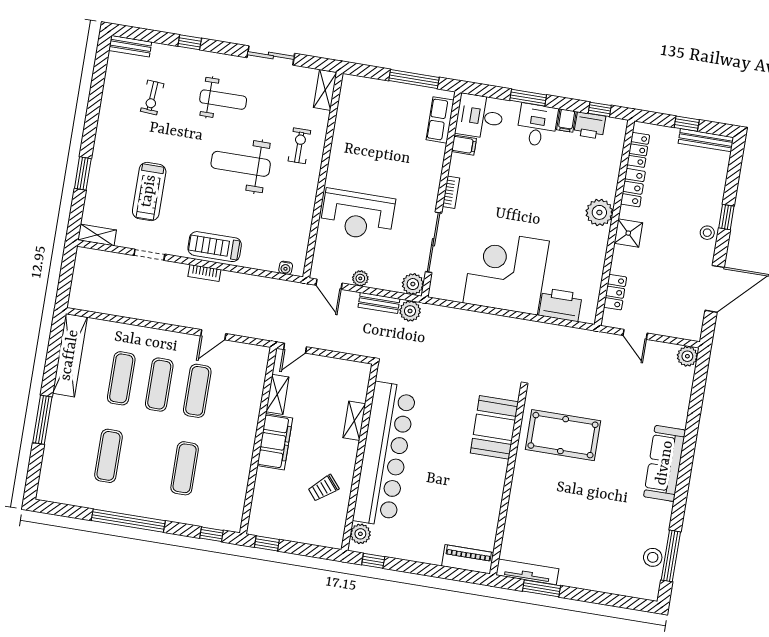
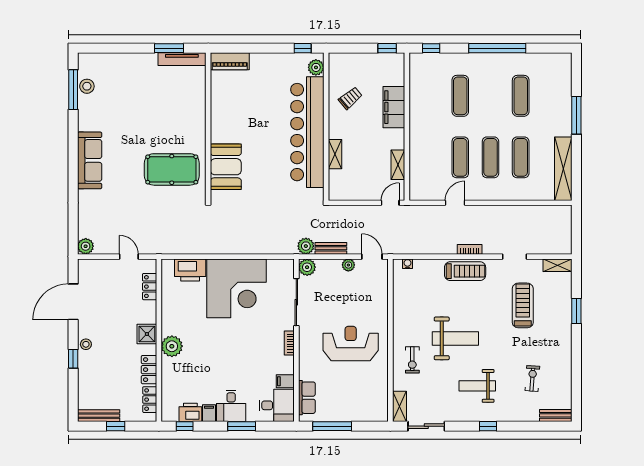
window: (190, 42) -> (488, 426), moved
sliding door: (271, 56) -> (426, 426), moved
reception desk: (358, 215) -> (351, 344), moved
filing cabinet: (275, 442) -> (394, 107), moved

